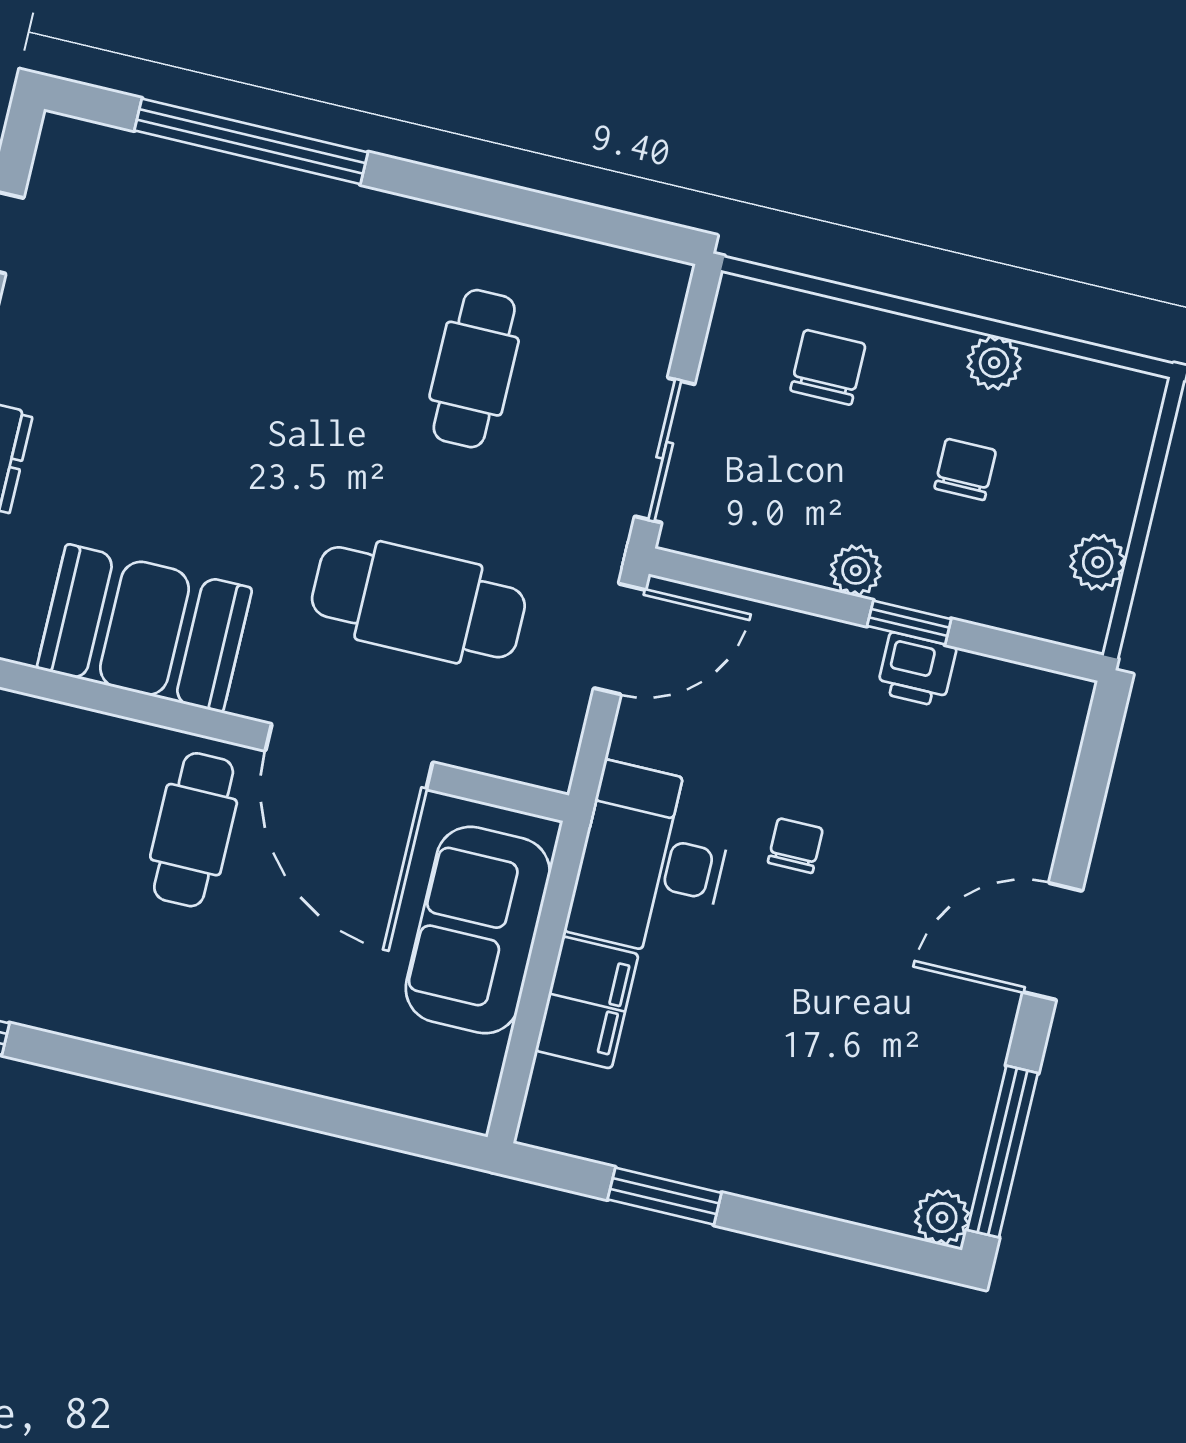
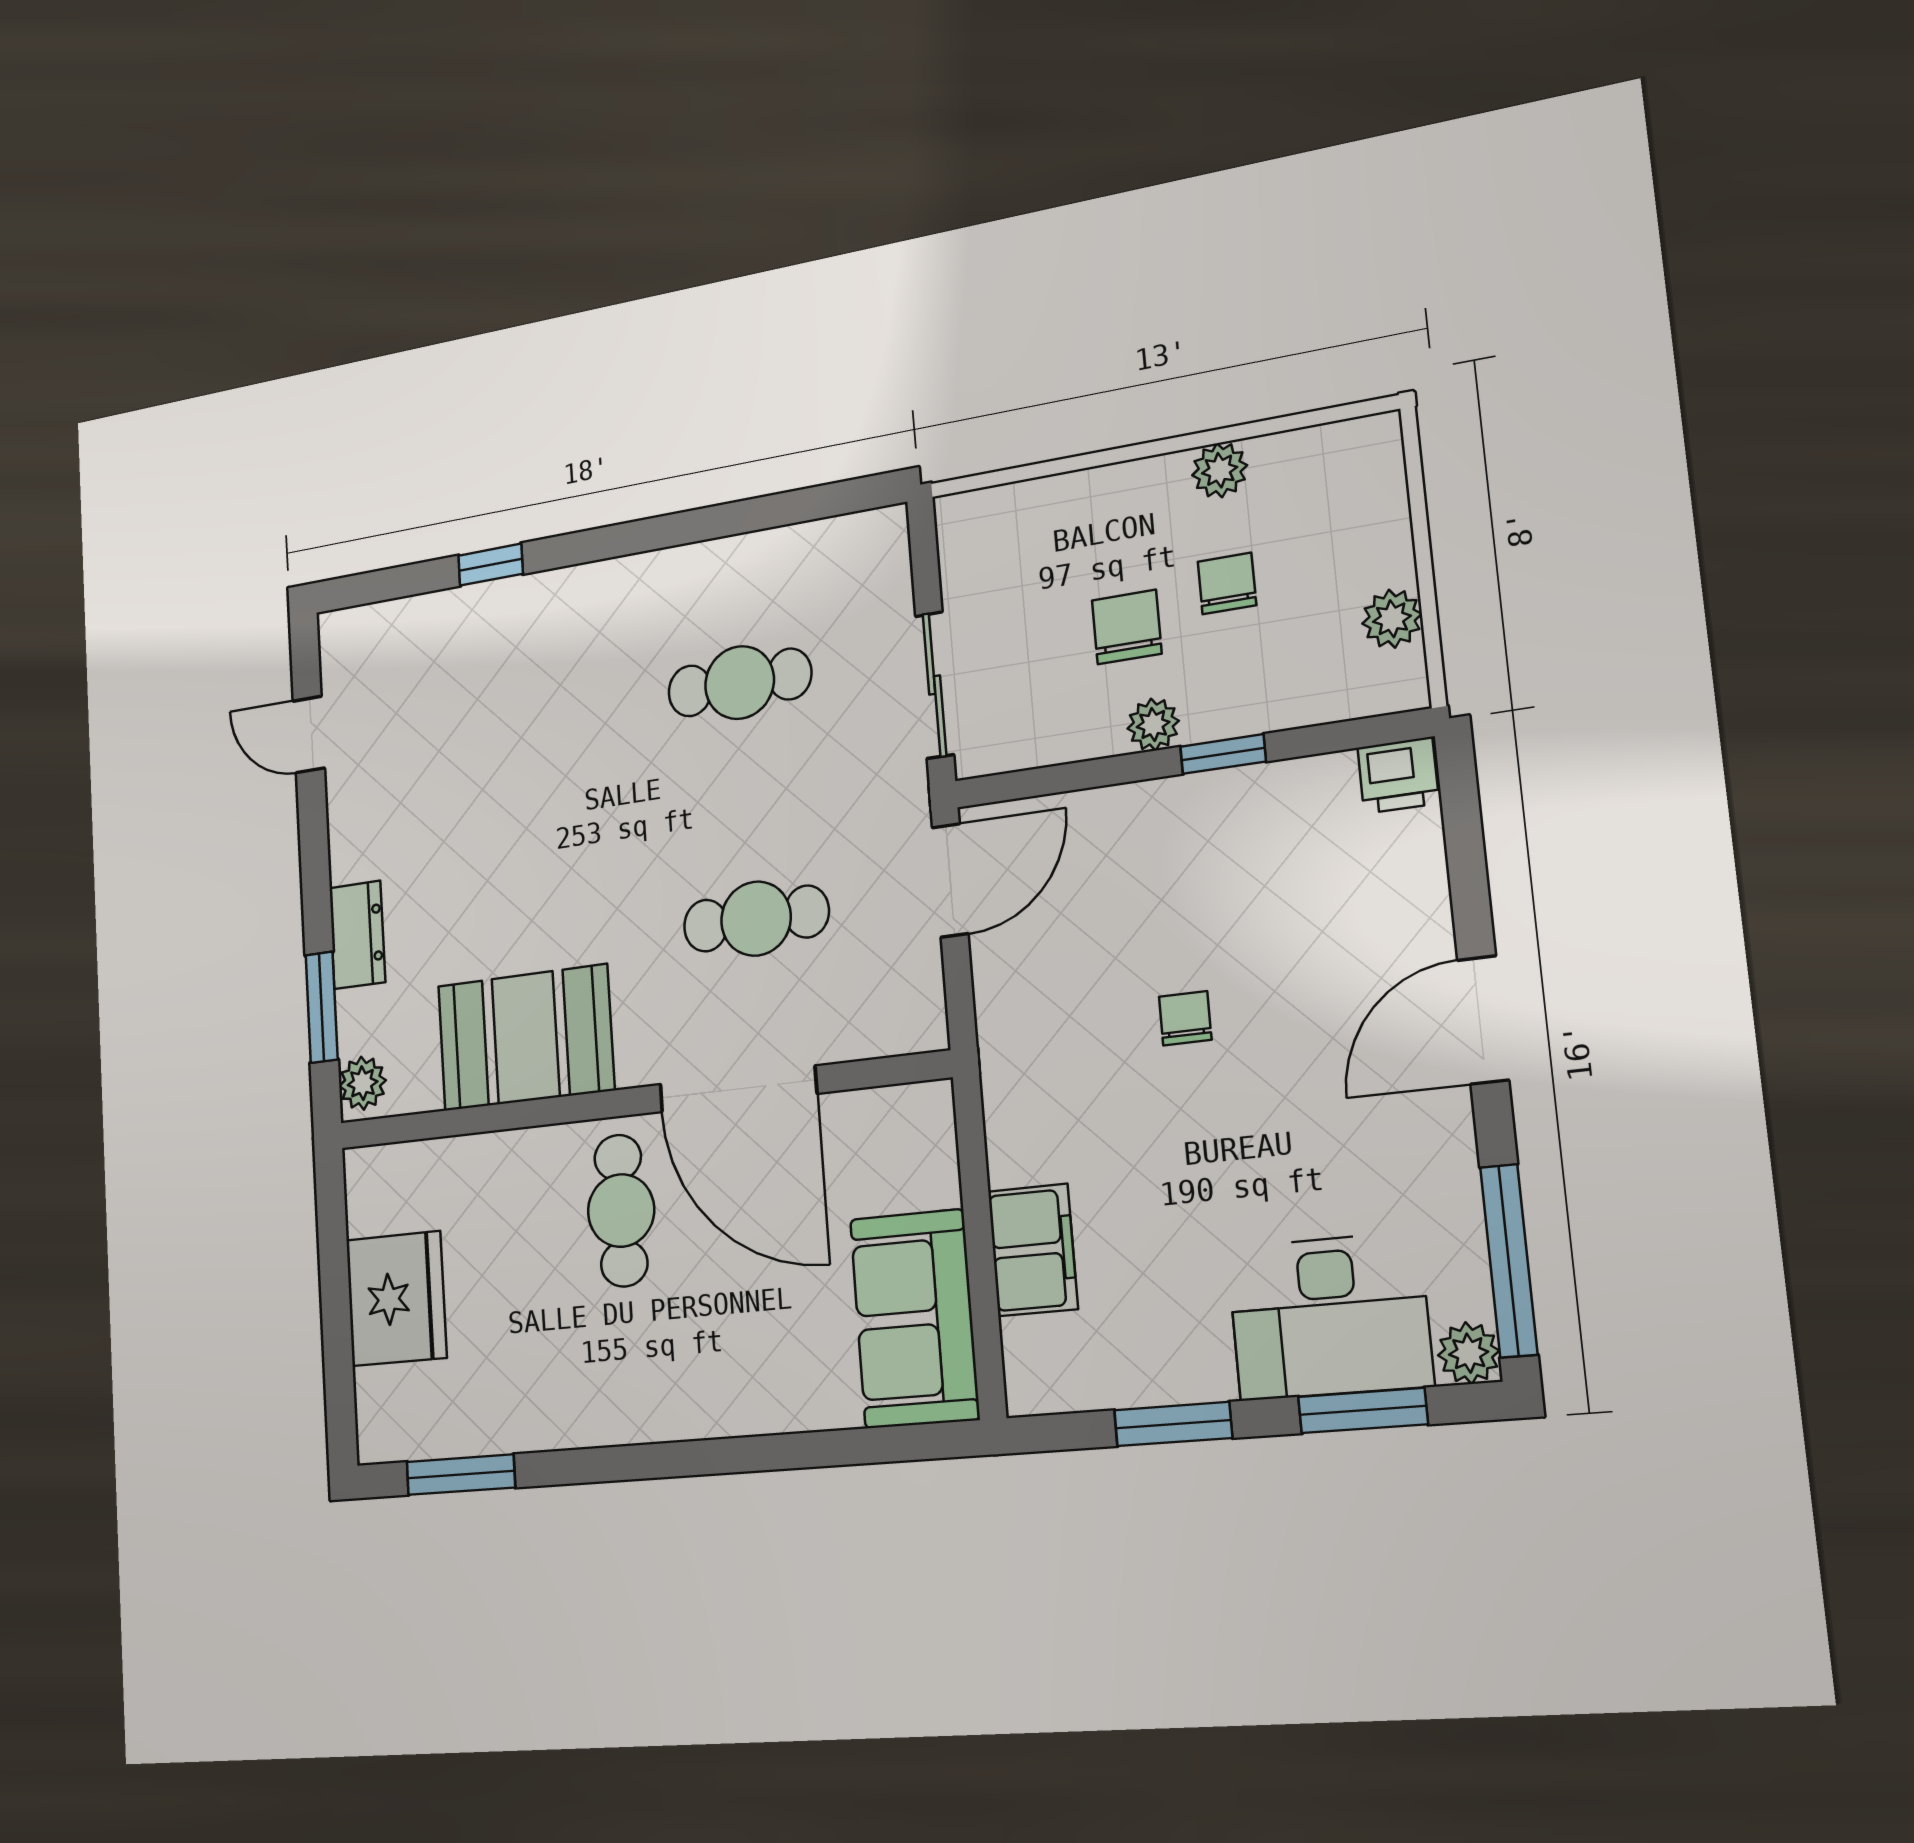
window: (251, 141) -> (491, 565), width x0.32
chair: (828, 367) -> (1127, 627), moved
cafe table: (474, 369) -> (740, 683), turned 90
cafe table: (418, 602) -> (756, 919), width x0.73, depth x0.74
printer: (916, 670) -> (1398, 775), moved
desk: (652, 861) -> (1329, 1316), moved, turned -90
sofa: (478, 930) -> (914, 1319), moved
window: (835, 1237) -> (1363, 1410), added

